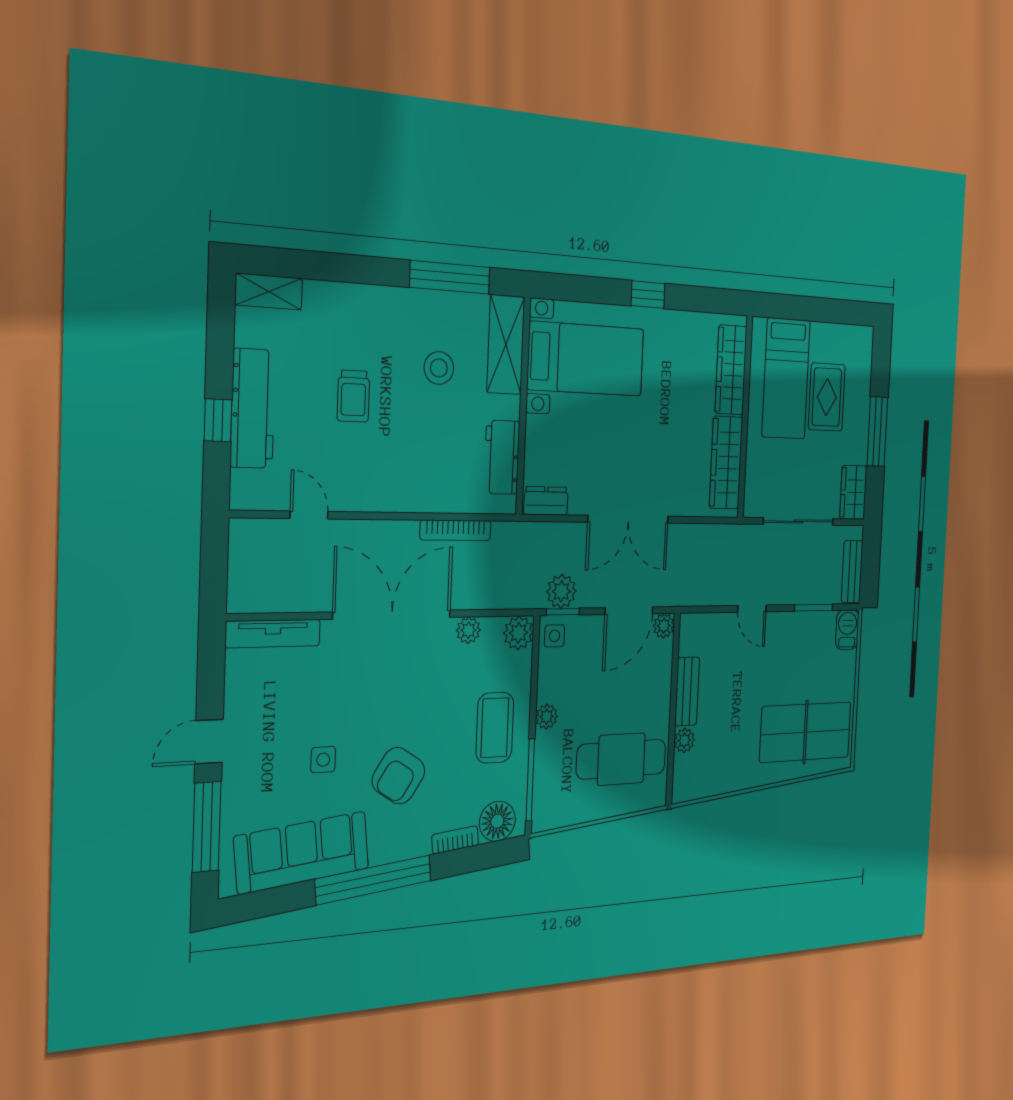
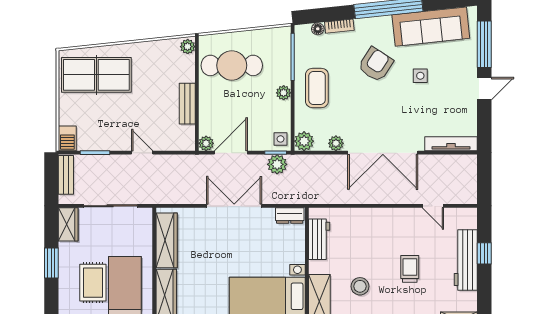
window: (877, 432) -> (51, 263), width x0.69
bookcase: (456, 530) -> (346, 199), removed
plant: (684, 740) -> (188, 47), moved
floor lamp: (497, 821) -> (318, 29), width x0.53, depth x0.53

